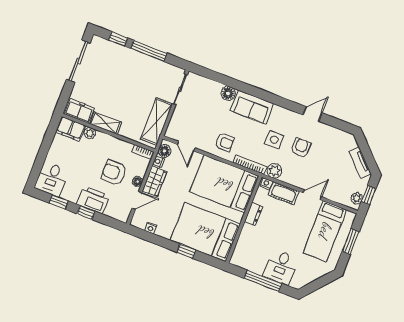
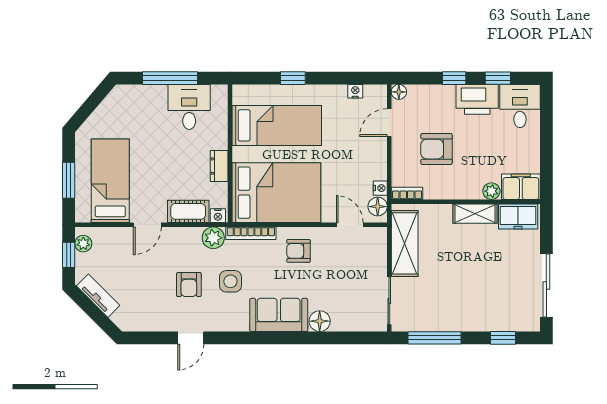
window: (149, 51) -> (434, 338), moved
armchair: (114, 173) -> (436, 149), turned 180
floor lamp: (137, 181) -> (399, 92), moved
wardrobe: (154, 181) -> (375, 159), removed
printer: (93, 200) -> (477, 99), moved
bed: (205, 232) -> (277, 125), width x0.67
desk: (281, 267) -> (189, 107), moved

